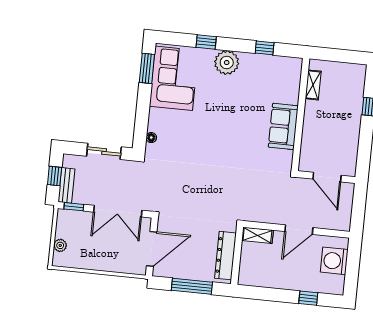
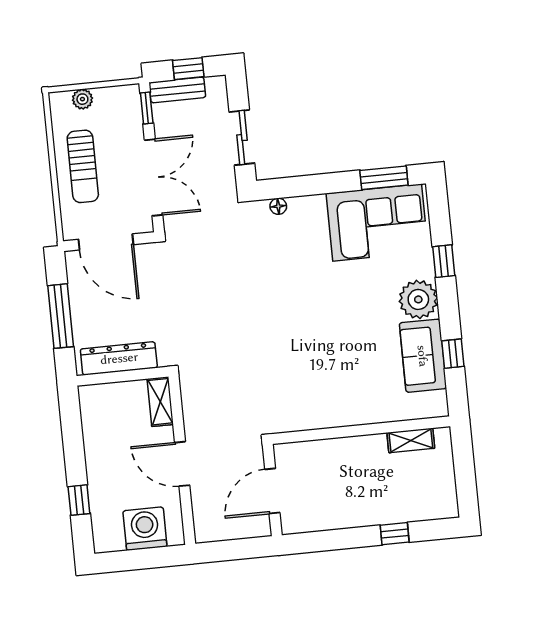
sofa: (283, 126) -> (423, 356), moved, turned -90
double door: (118, 211) -> (154, 177), swing flipped
sun lounger: (102, 254) -> (83, 166), added

